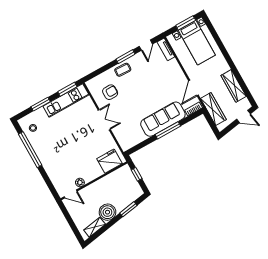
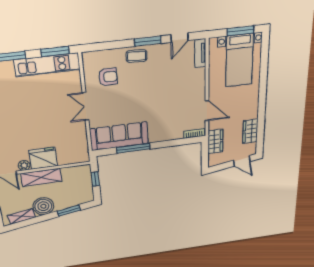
wardrobe: (234, 86) -> (250, 131), width x0.67
door: (193, 88) -> (207, 111), swing flipped
wardrobe: (213, 109) -> (215, 141), width x0.67
sofa: (163, 119) -> (119, 136), moved
double door: (104, 120) -> (85, 106), swing flipped
window: (168, 130) -> (133, 148), moved
fridge: (109, 161) -> (43, 158), moved
shelving: (96, 188) -> (41, 177), added

